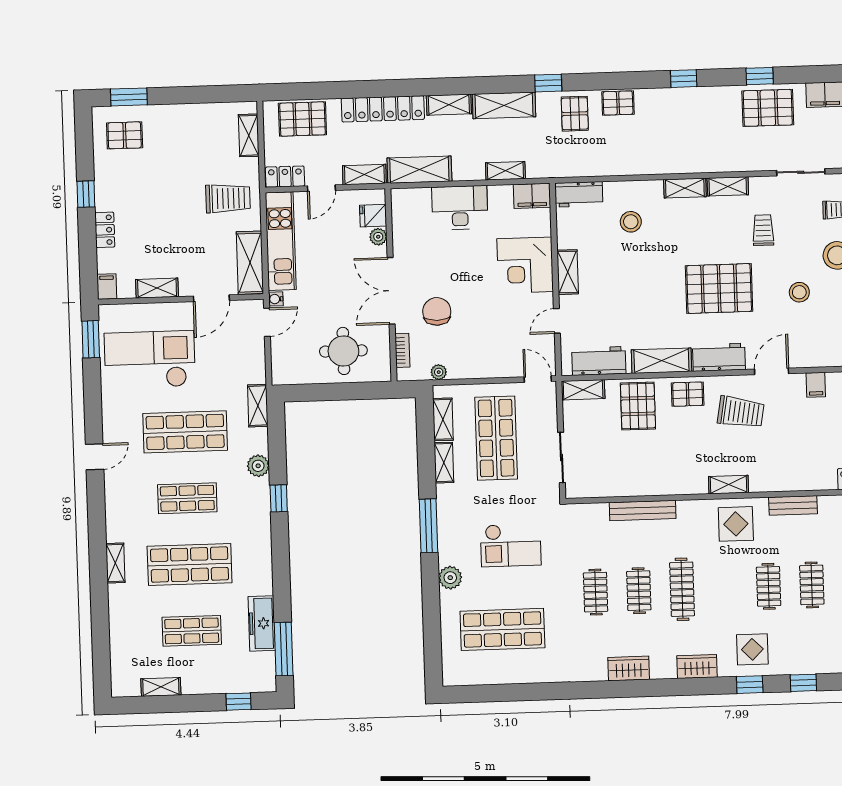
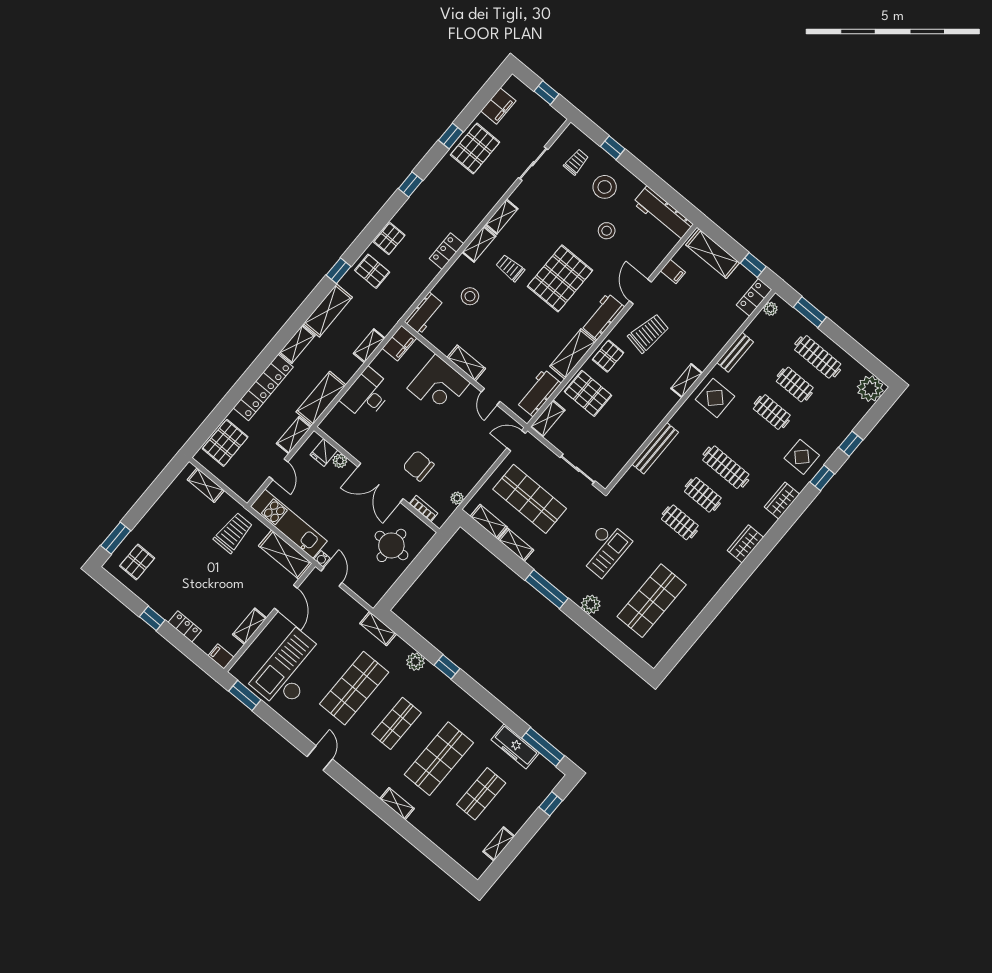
locker: (285, 177) -> (446, 251), moved
trolley: (763, 230) -> (510, 268), moved

